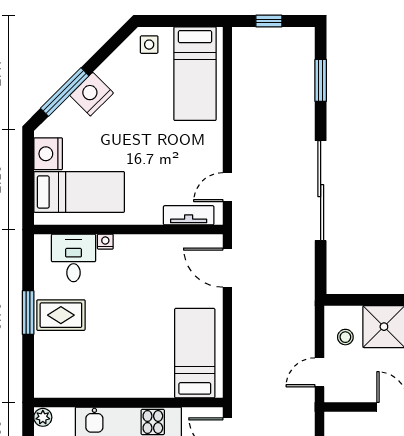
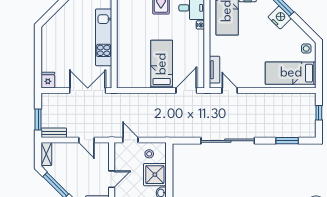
bed: (195, 353) -> (162, 64), moved, turned -90

